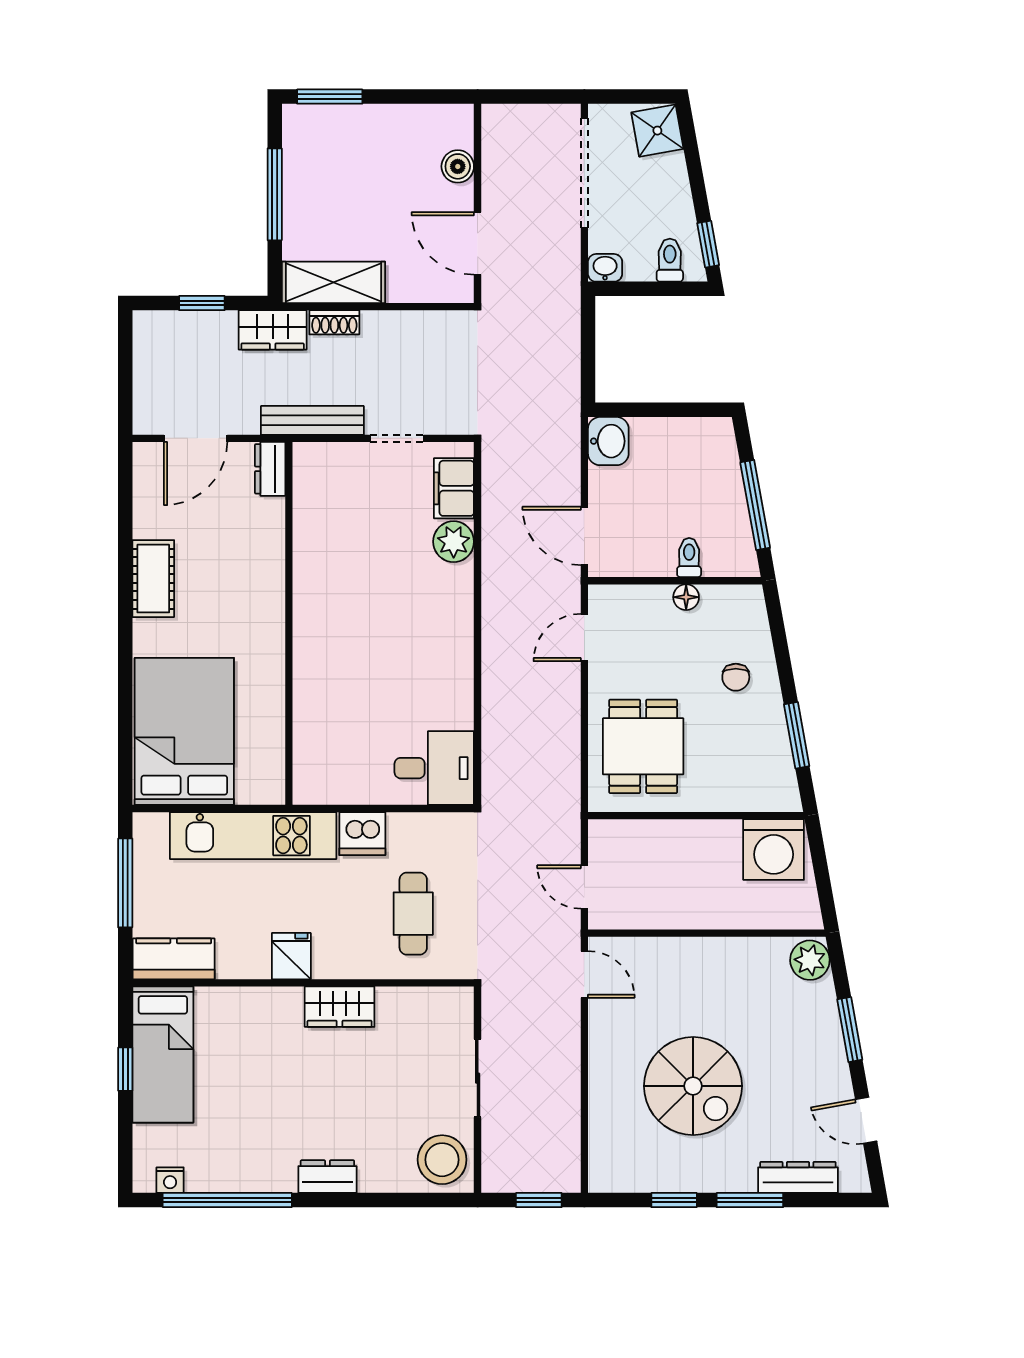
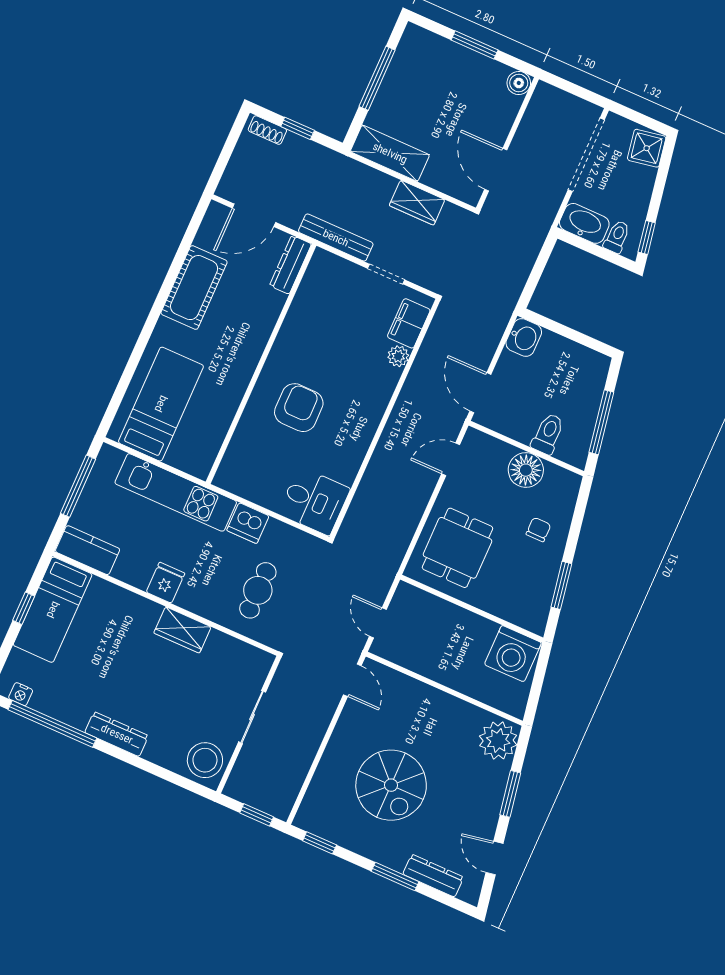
window: (330, 97) -> (475, 45), moved
boiler: (458, 166) -> (519, 83), moved
washbasin: (605, 268) -> (584, 223), width x1.91, depth x1.45
shoe rack: (334, 322) -> (267, 130), moved
wardrobe: (273, 330) -> (417, 203), moved
dresser: (270, 469) -> (290, 265), width x1.44
plant: (454, 542) -> (398, 356), width x0.73, depth x0.73
toilet: (689, 558) -> (548, 434), width x1.37, depth x1.39
cot: (153, 579) -> (194, 288), width x1.37, depth x1.34
floor lamp: (686, 597) -> (526, 470), width x1.89, depth x1.89
armchair: (362, 658) -> (299, 408), added
chair: (736, 677) -> (538, 530), turned 180
bed: (184, 731) -> (161, 404), width x0.67
plant: (810, 960) -> (498, 740), width x1.36, depth x1.36
dresser: (327, 1177) -> (117, 734), width x1.44
window: (674, 1200) -> (320, 843), moved

